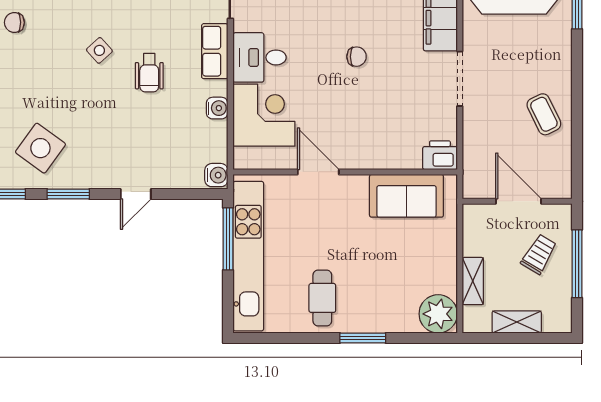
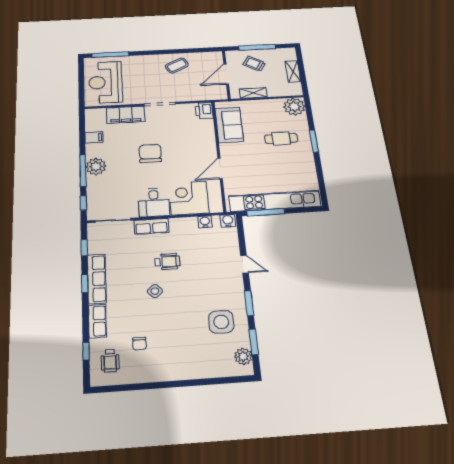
chair: (357, 57) -> (150, 153), width x1.87, depth x1.87
water cooler: (217, 108) -> (205, 222), moved
side table: (40, 148) -> (221, 322), turned -36
shelving: (473, 281) -> (253, 93), moved
cafe table: (322, 298) -> (281, 138), moved

